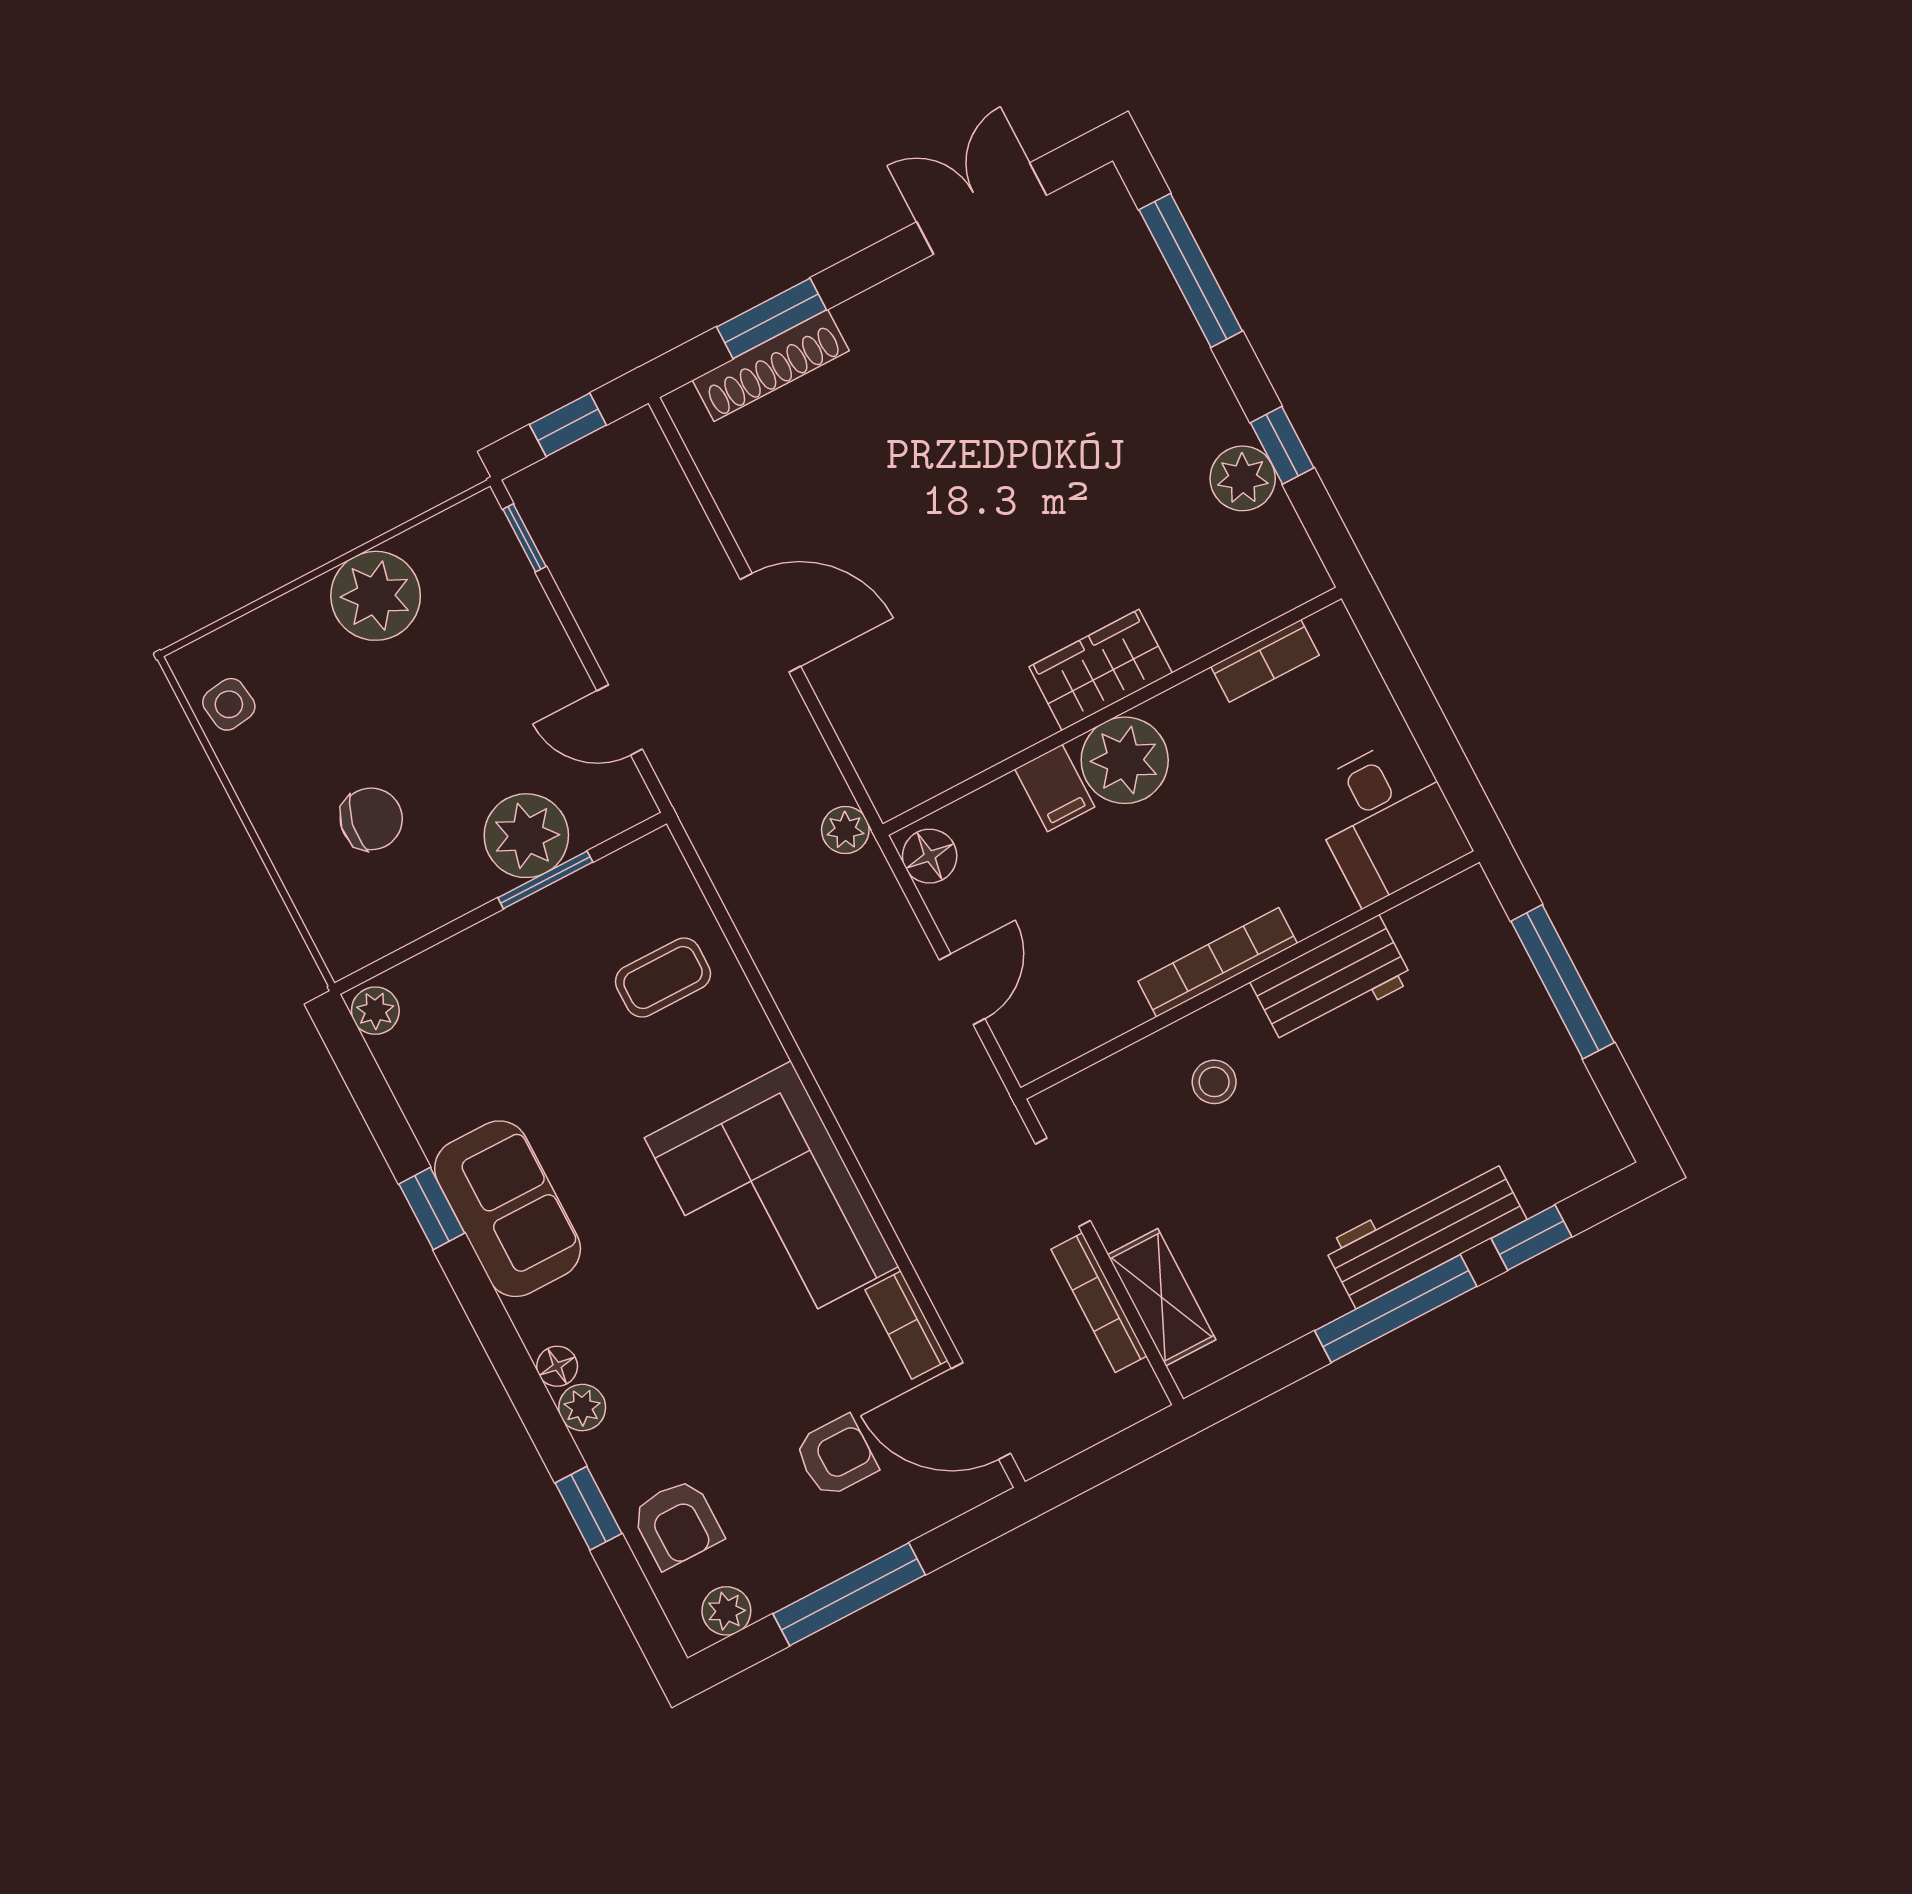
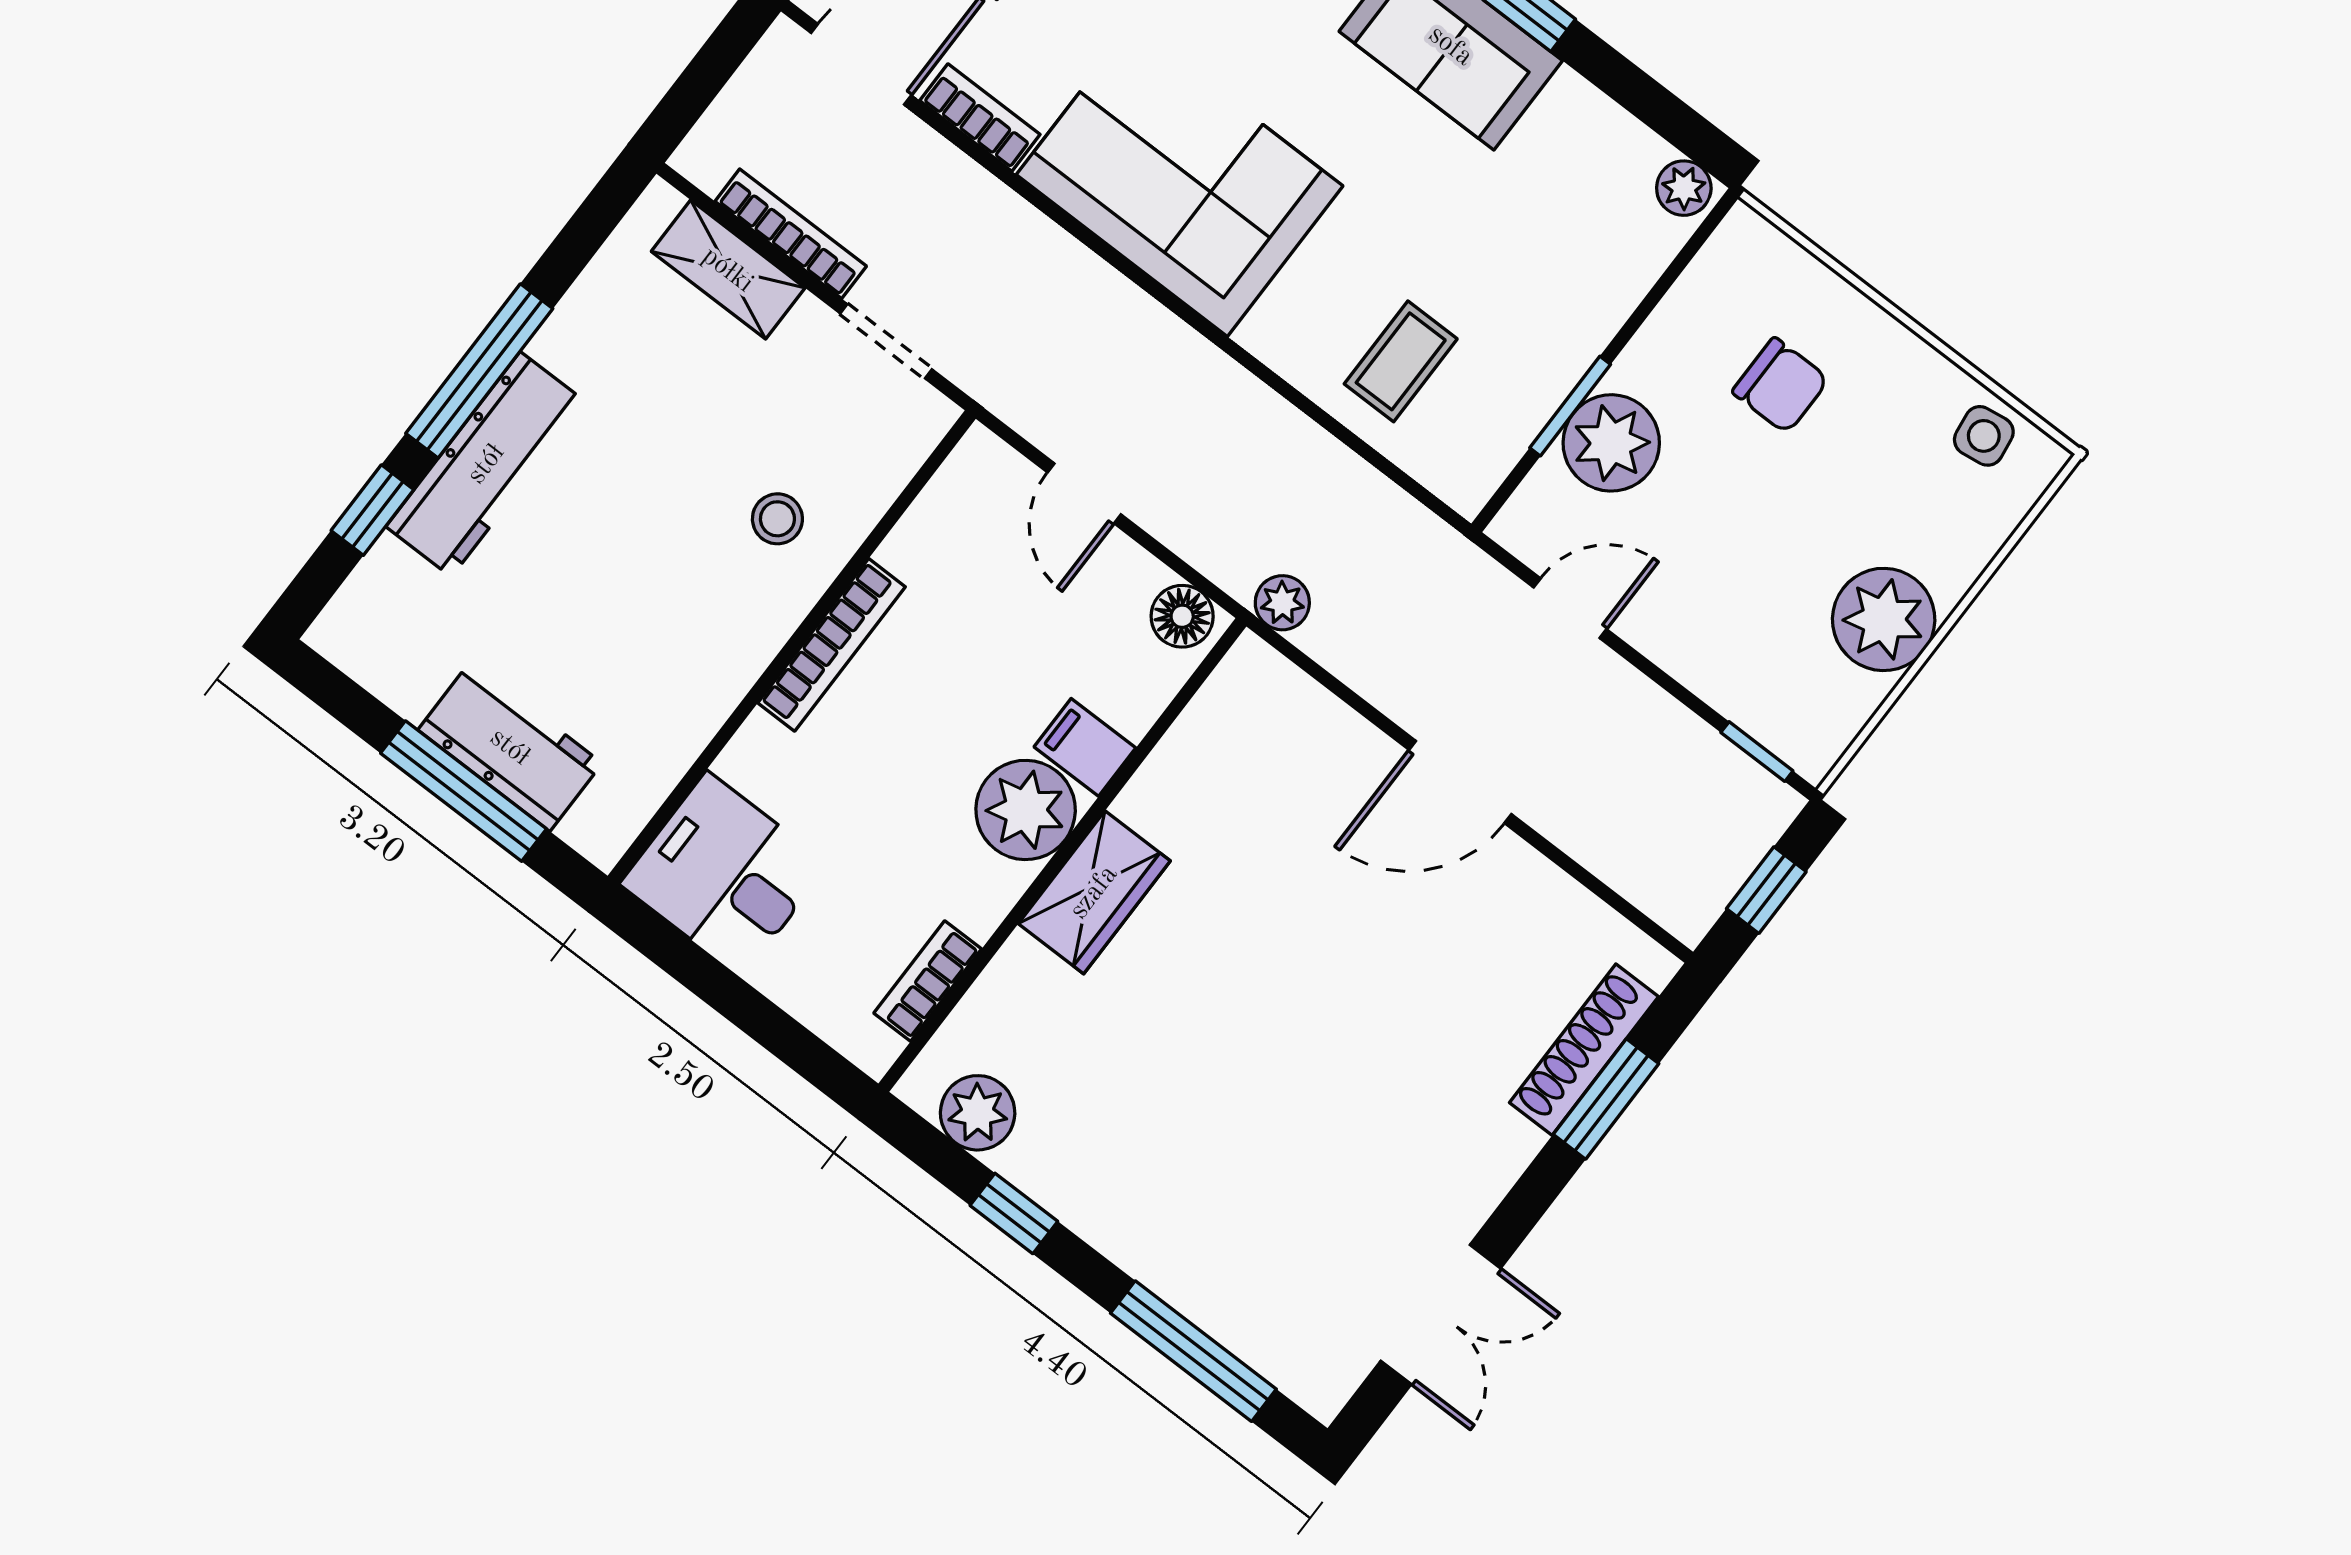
plant: (1243, 478) -> (978, 1113), moved
chair: (371, 819) -> (1781, 385), turned -100
workbench: (1332, 981) -> (510, 747), moved, turned 90

